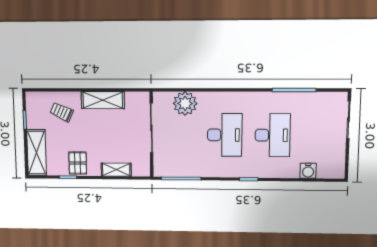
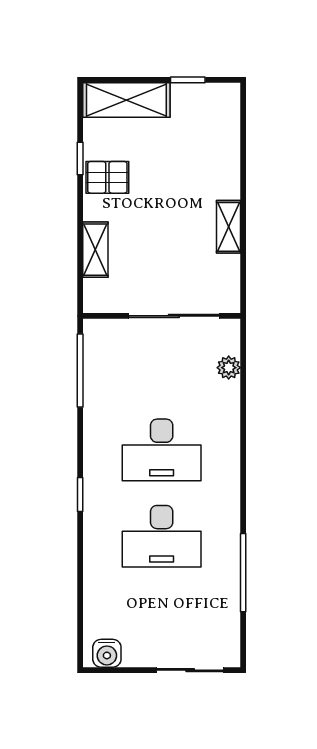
shelving: (103, 100) -> (228, 227), width x0.67, depth x0.75
plant: (185, 103) -> (229, 368), width x0.53, depth x0.53
trolley: (62, 112) -> (202, 150), removed
water cooler: (308, 171) -> (107, 653), moved, turned -90

